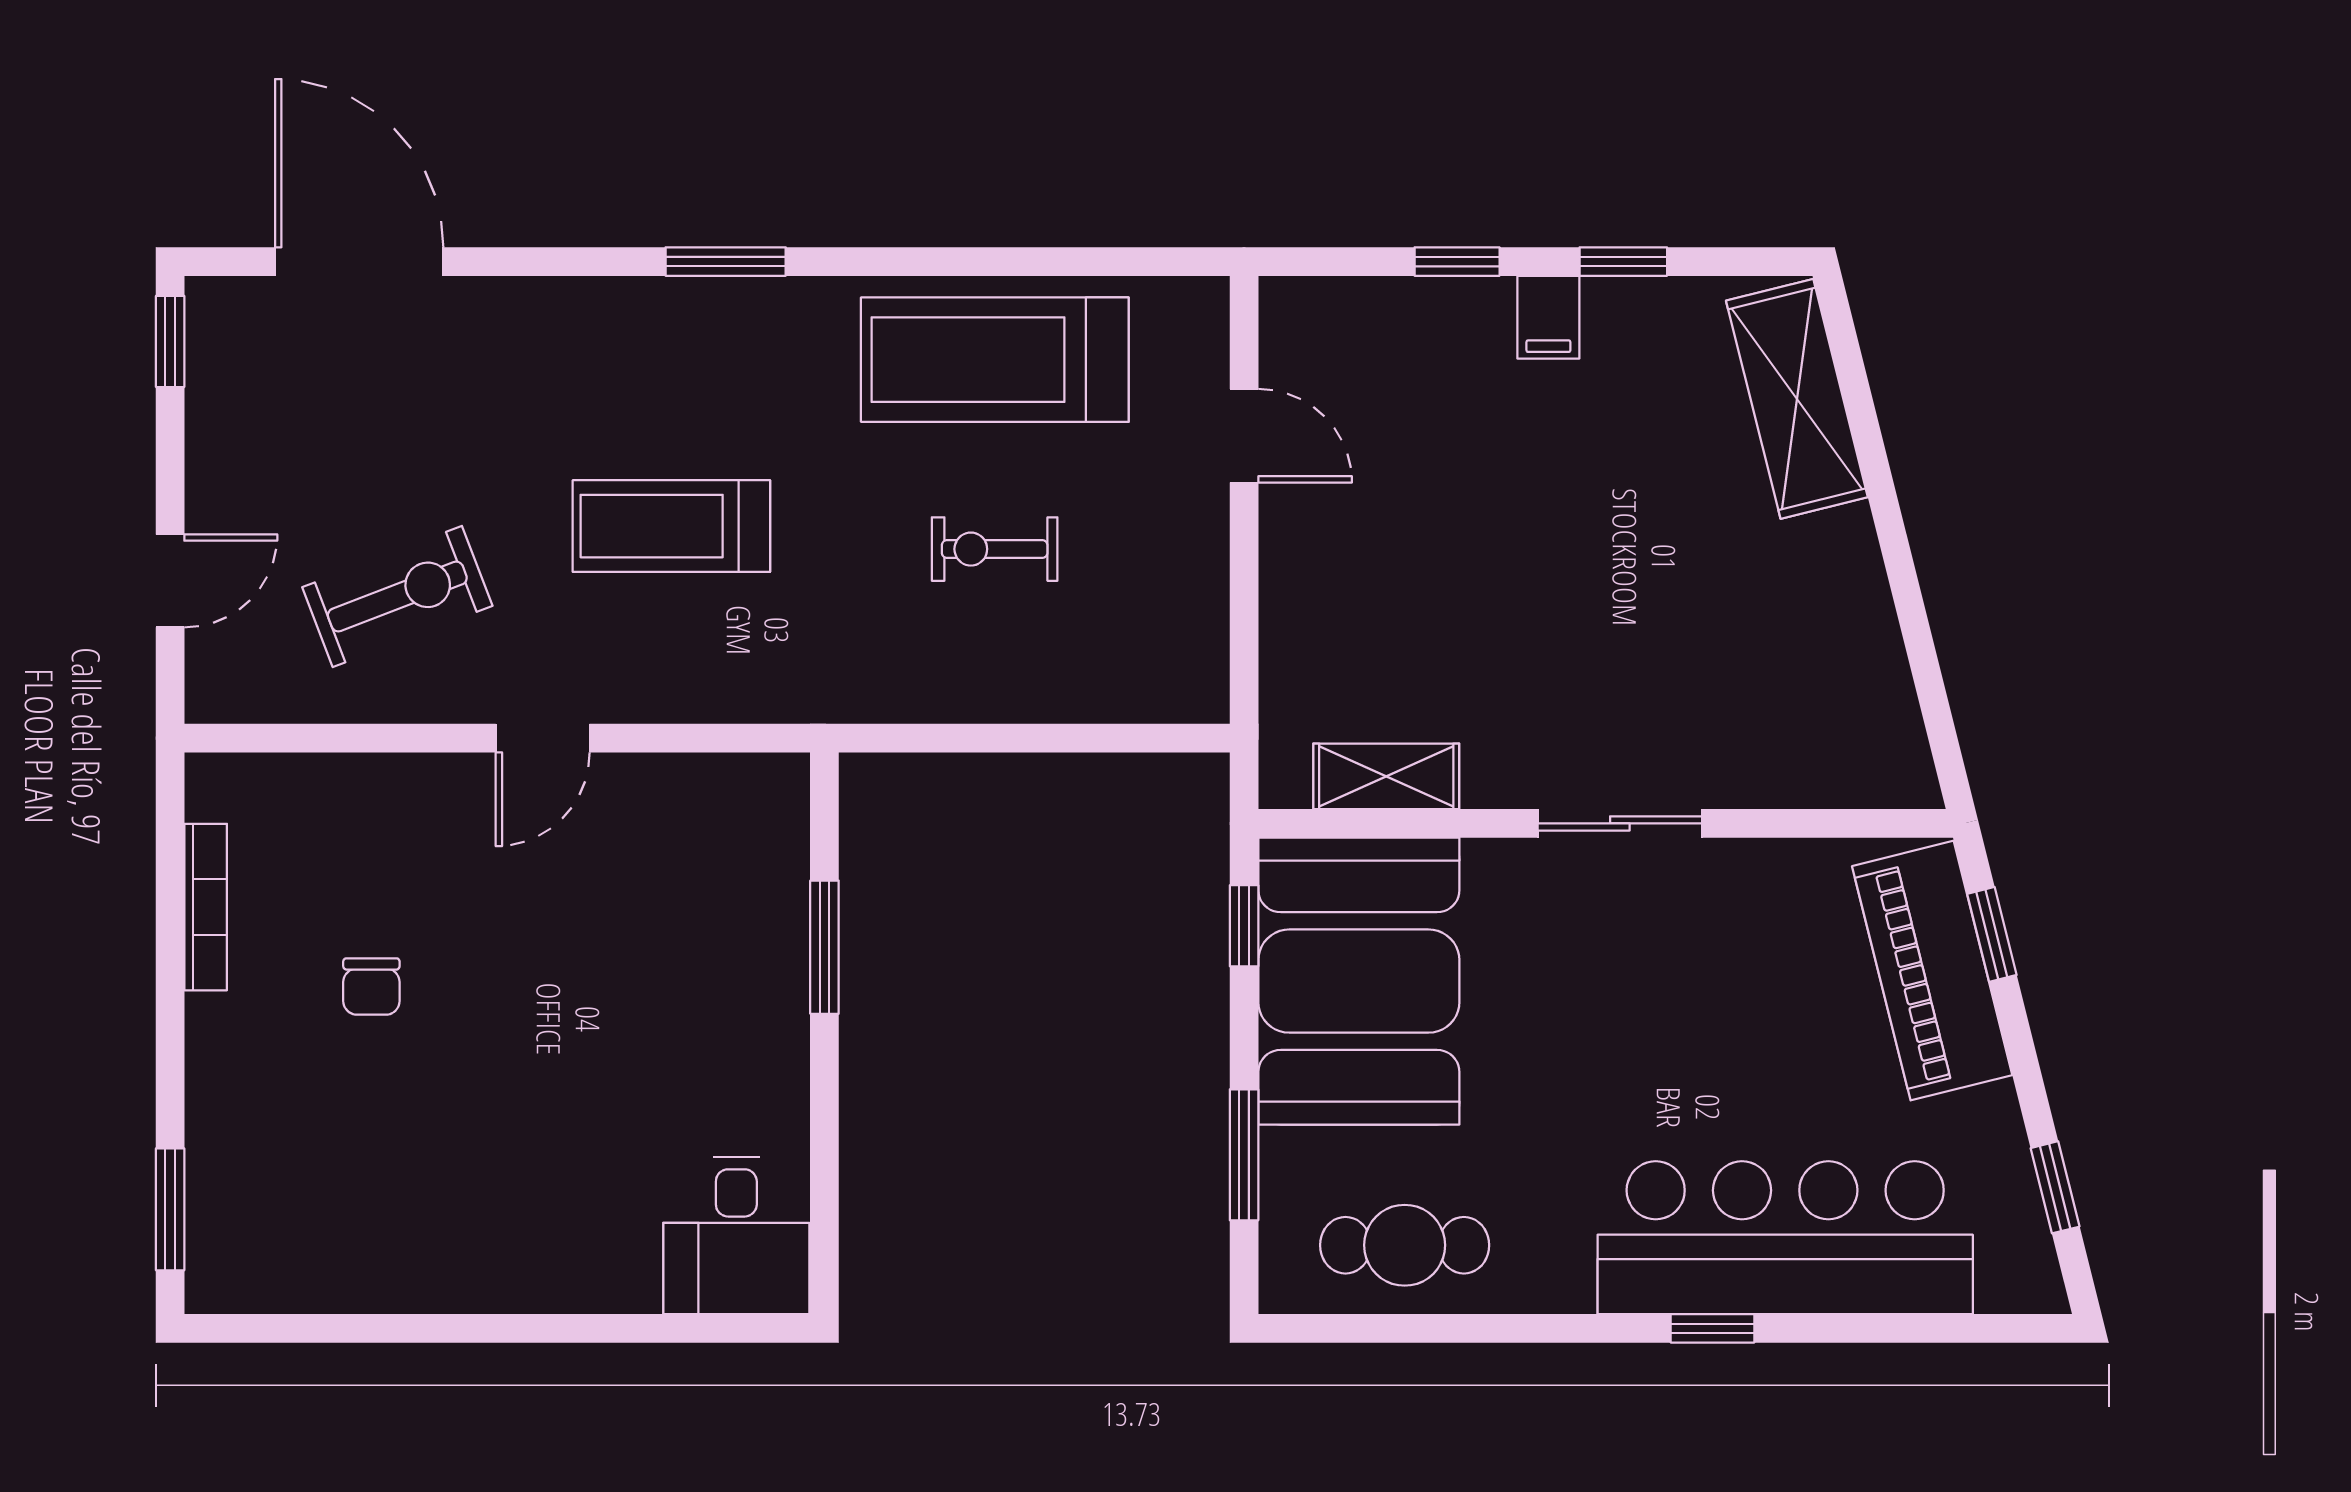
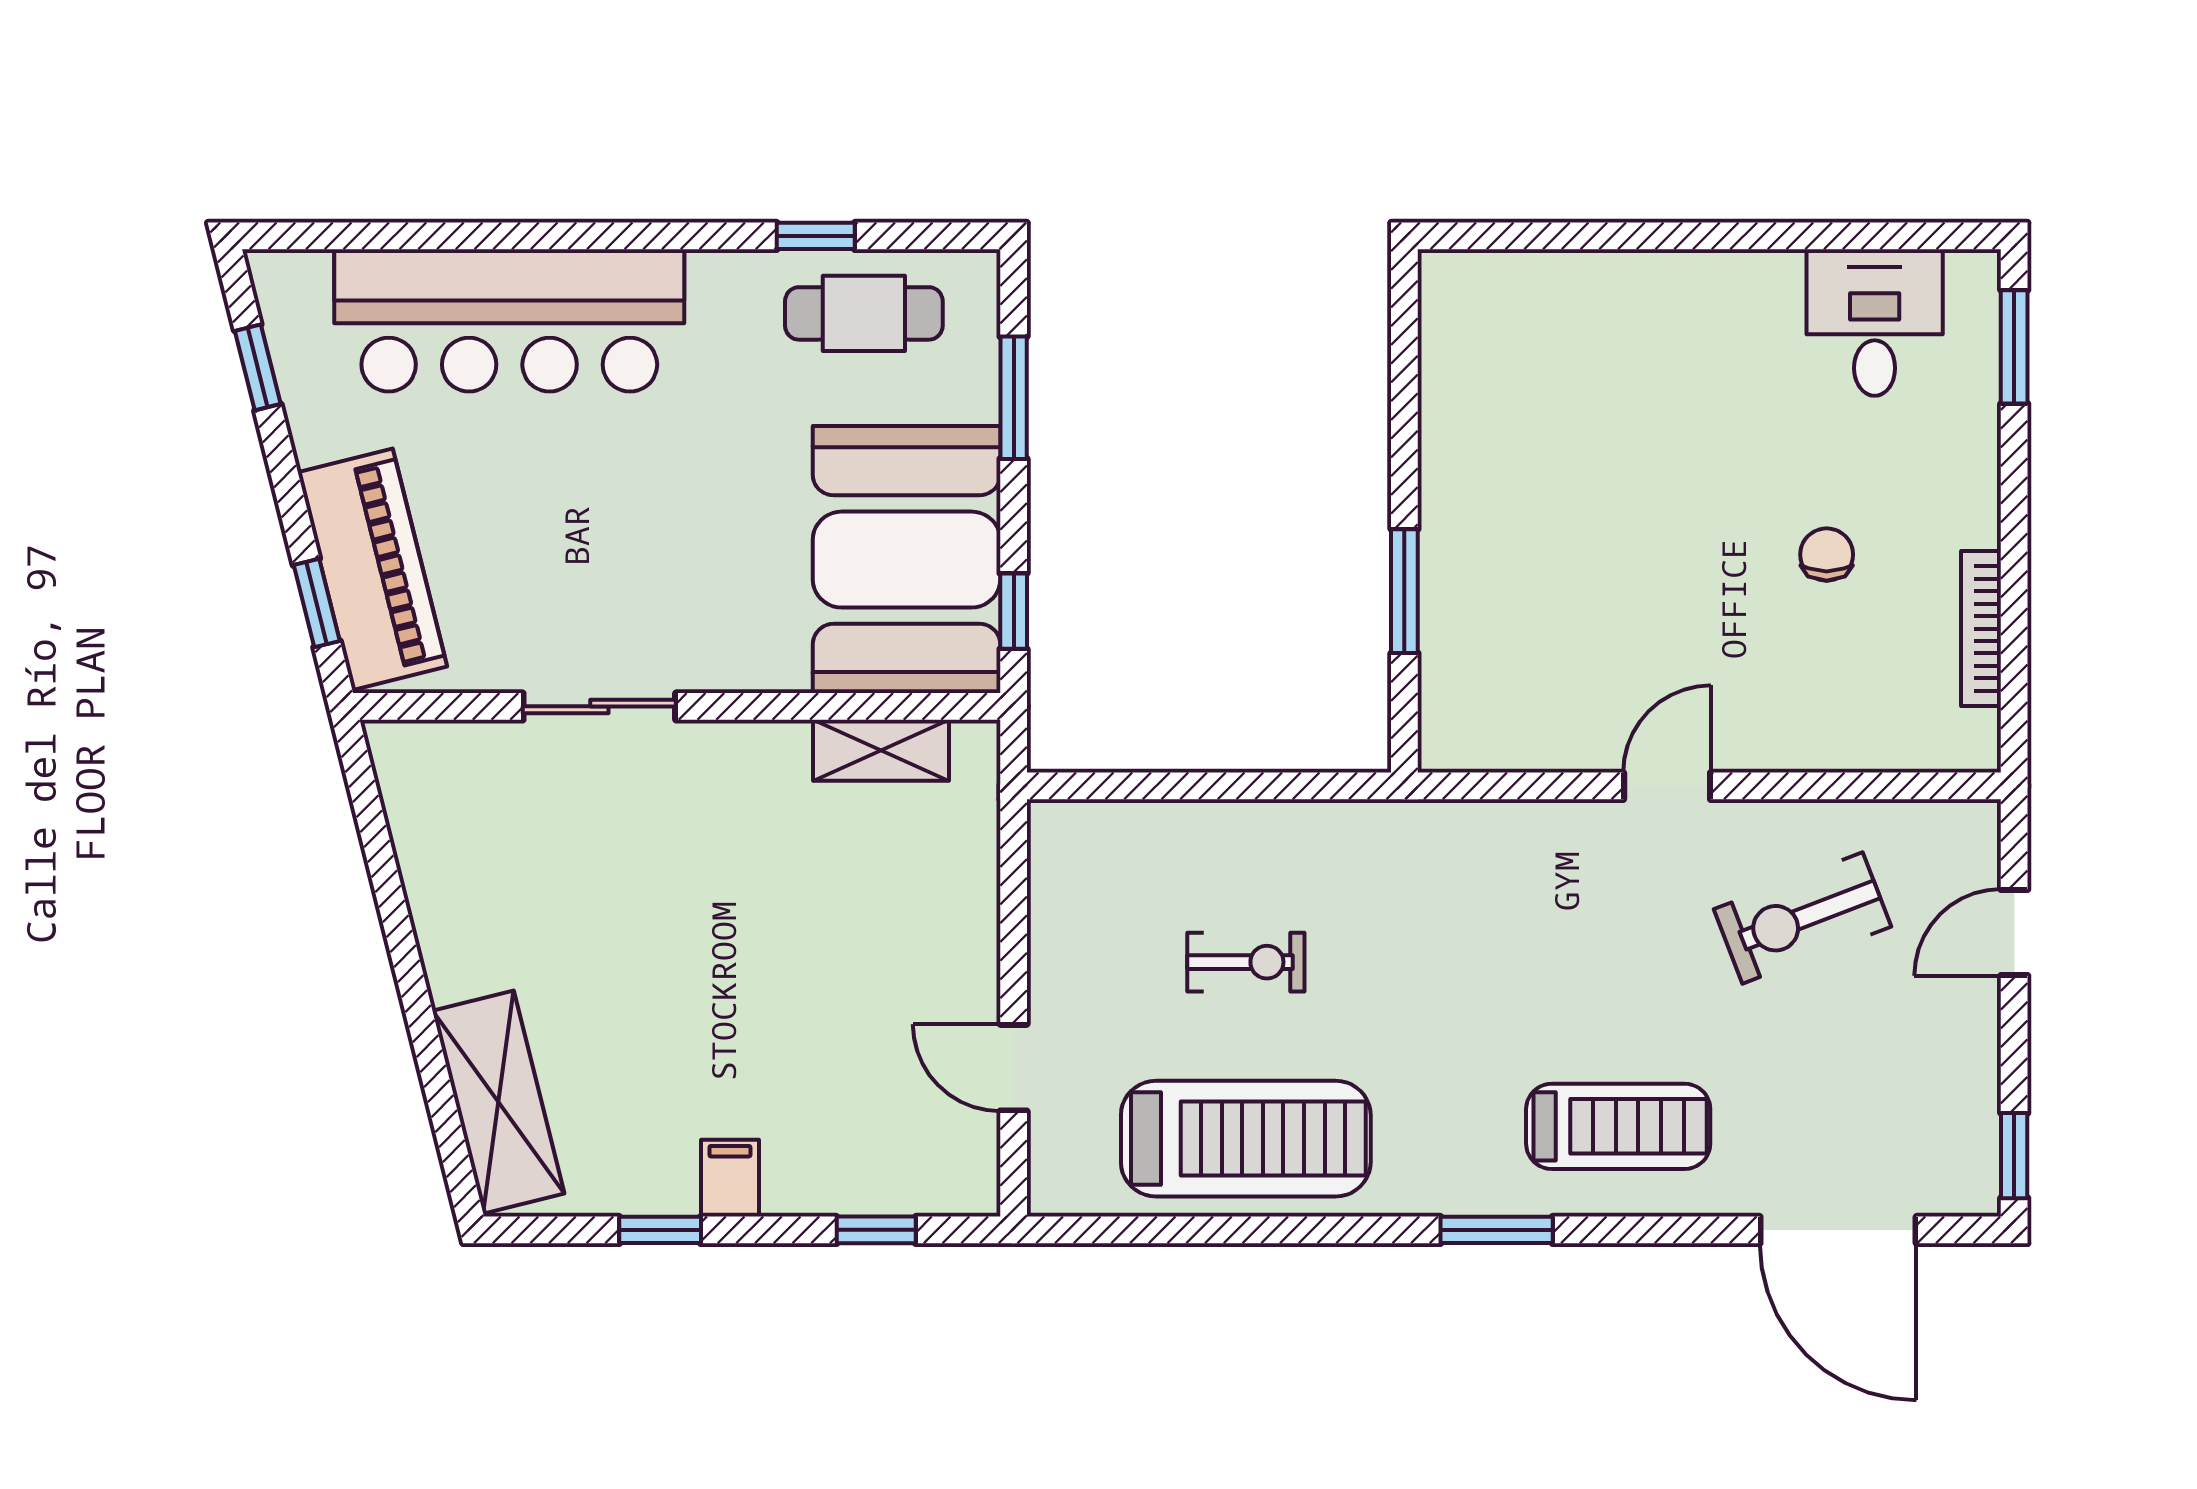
window: (1457, 262) -> (876, 1230), moved
treadmill: (671, 526) -> (1618, 1126), moved
sliding door: (1620, 823) -> (599, 706), moved
desk: (736, 1235) -> (1875, 323), moved
window: (1713, 1328) -> (816, 236), moved

